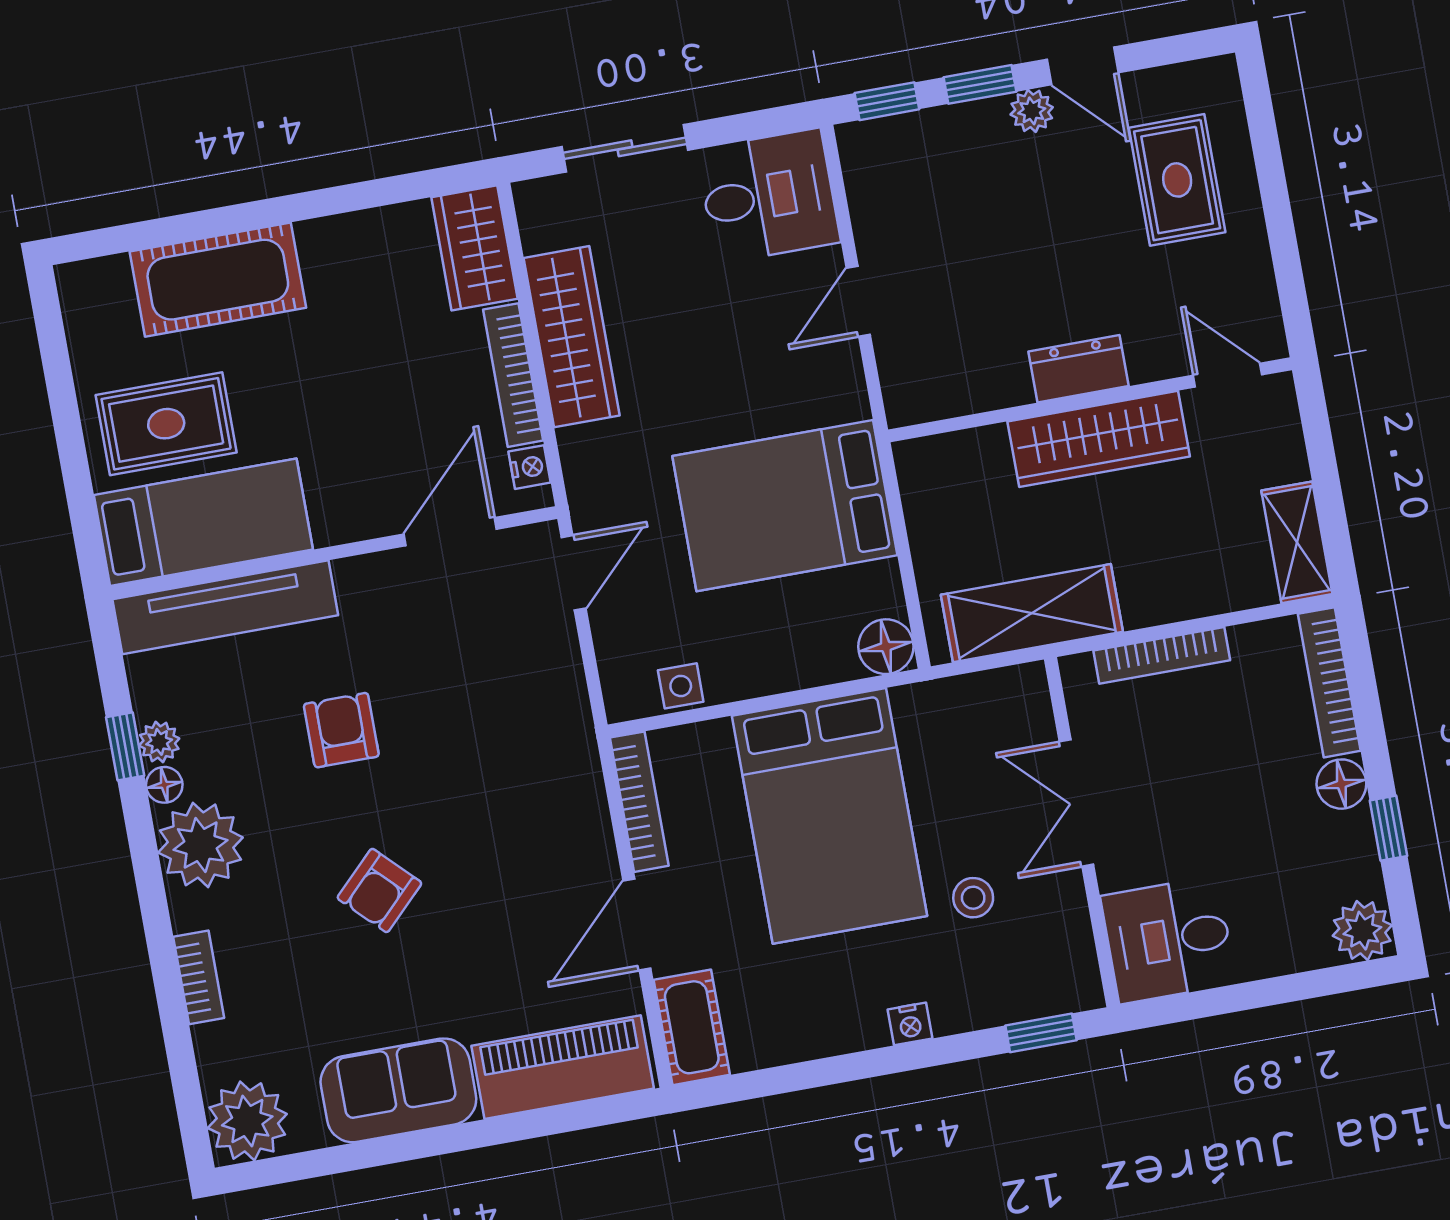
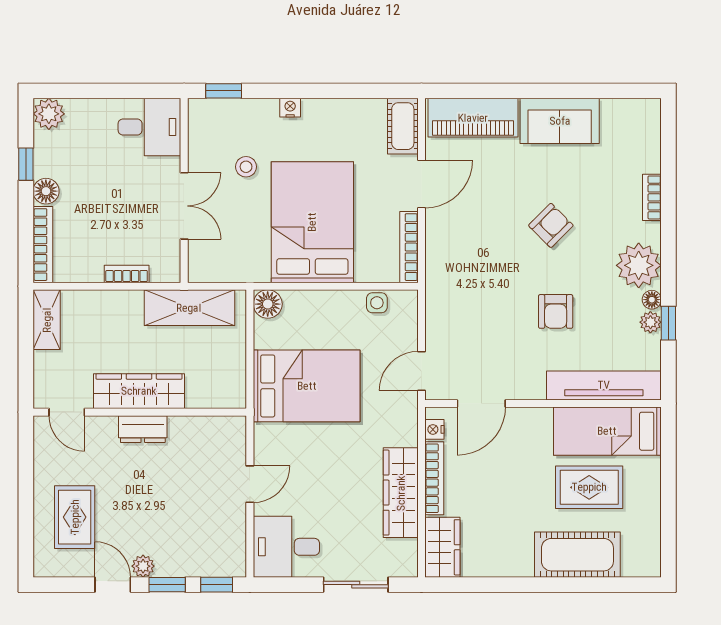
rug: (166, 424) -> (589, 487), moved
bookcase: (1162, 655) -> (127, 274), width x0.64
plant: (247, 1121) -> (640, 119), removed

